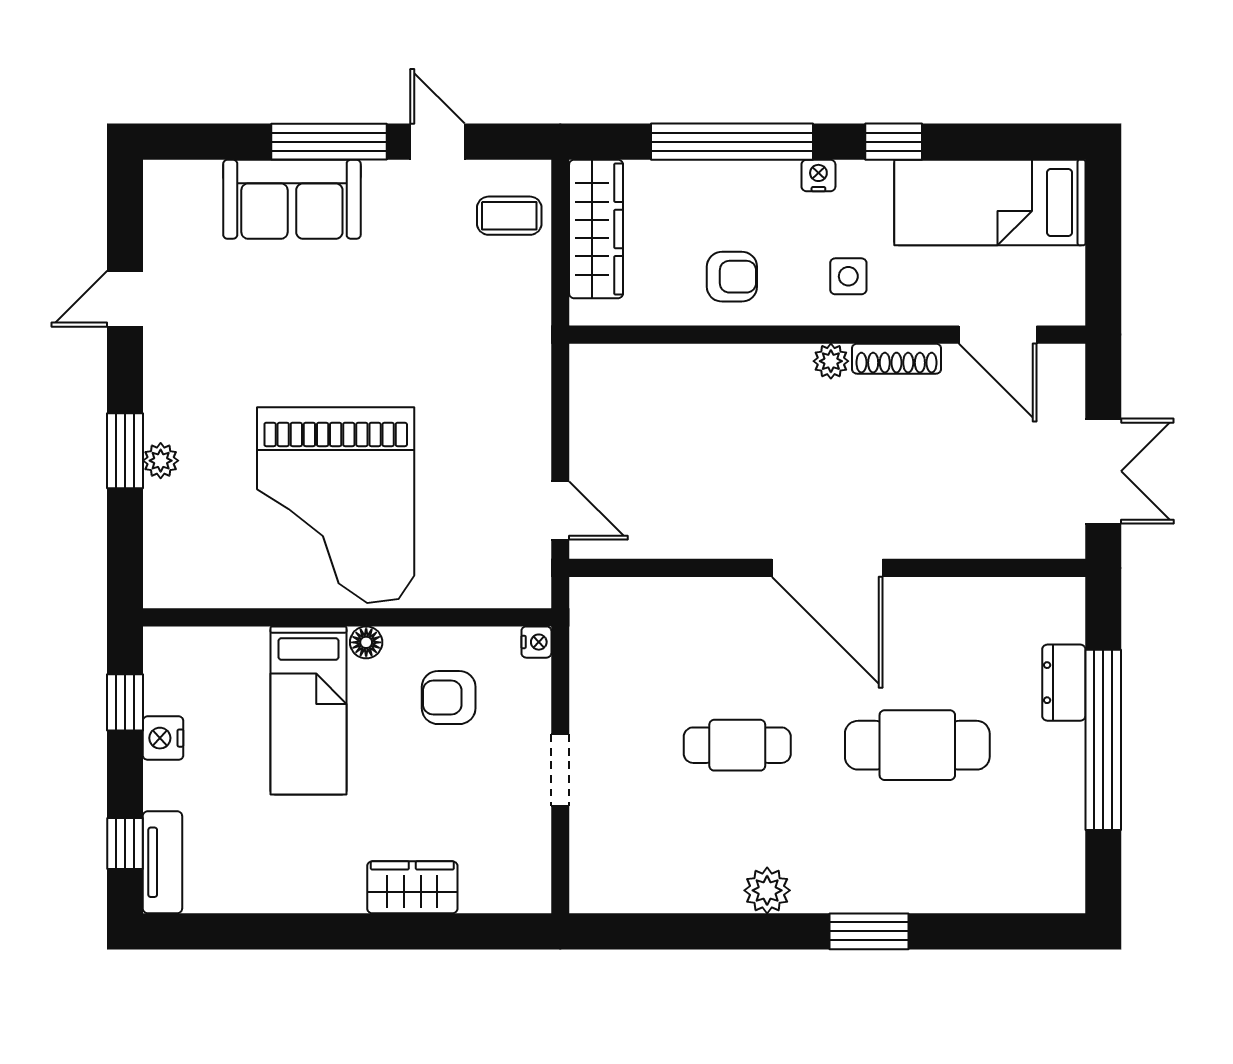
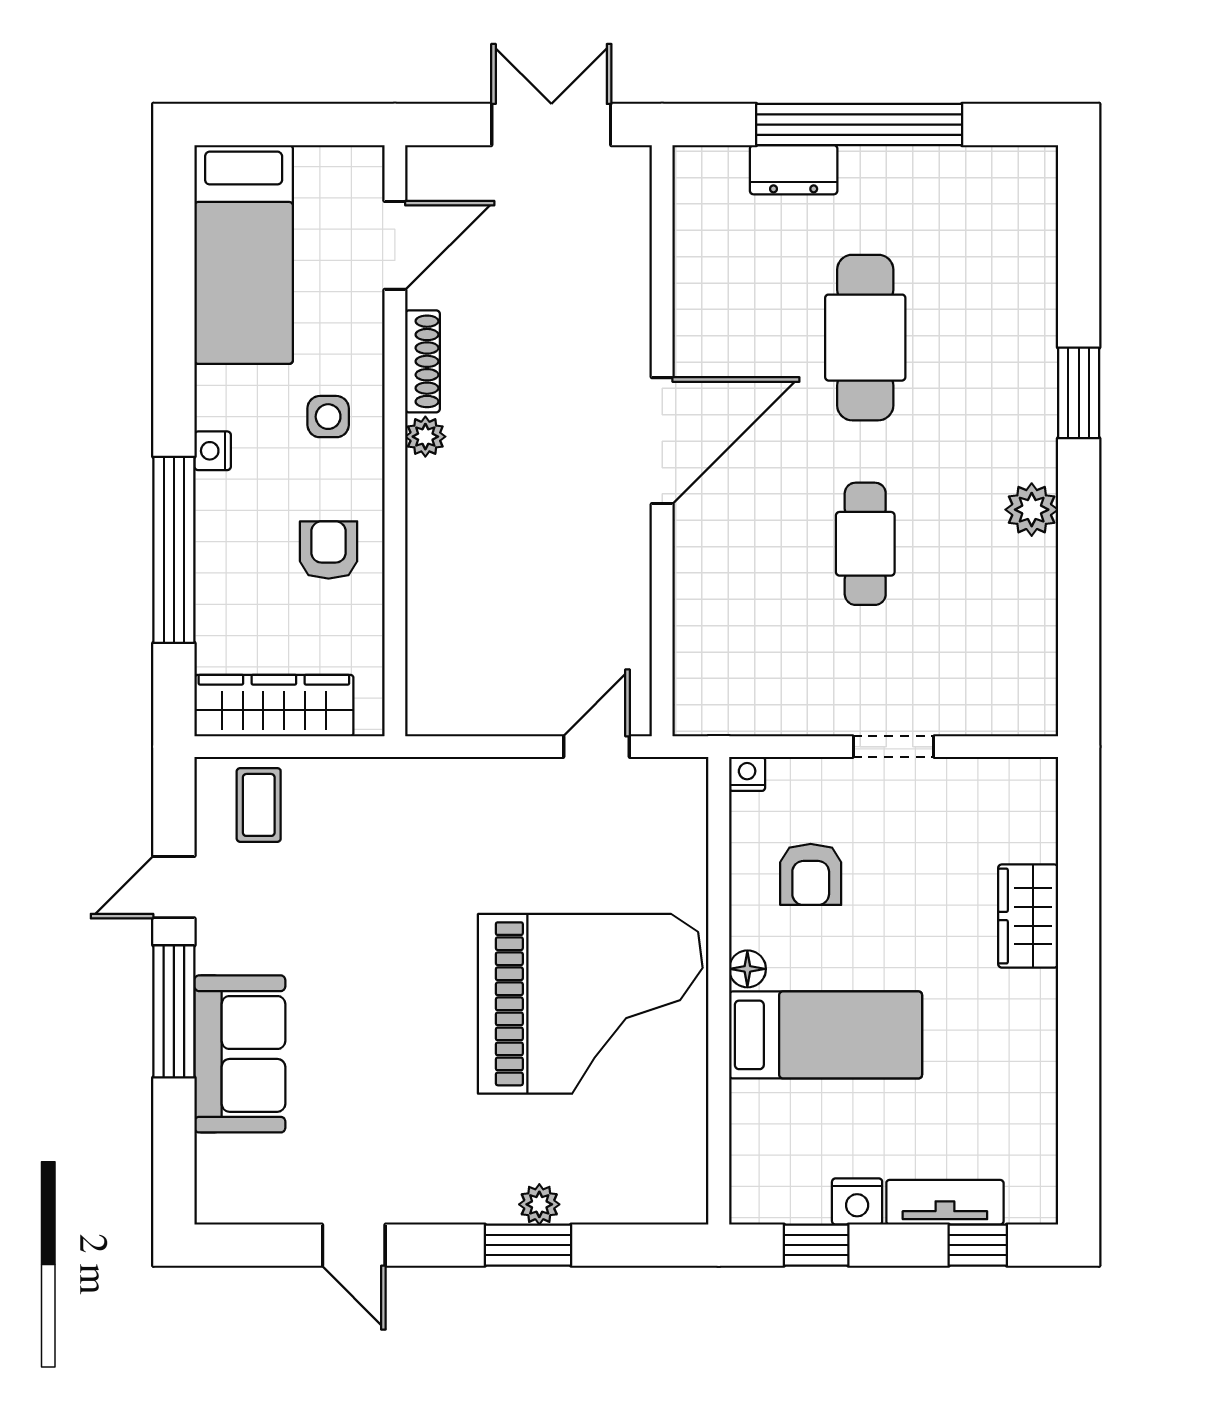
window: (894, 142) -> (174, 365), removed
tv unit: (162, 862) -> (945, 1202), moved

